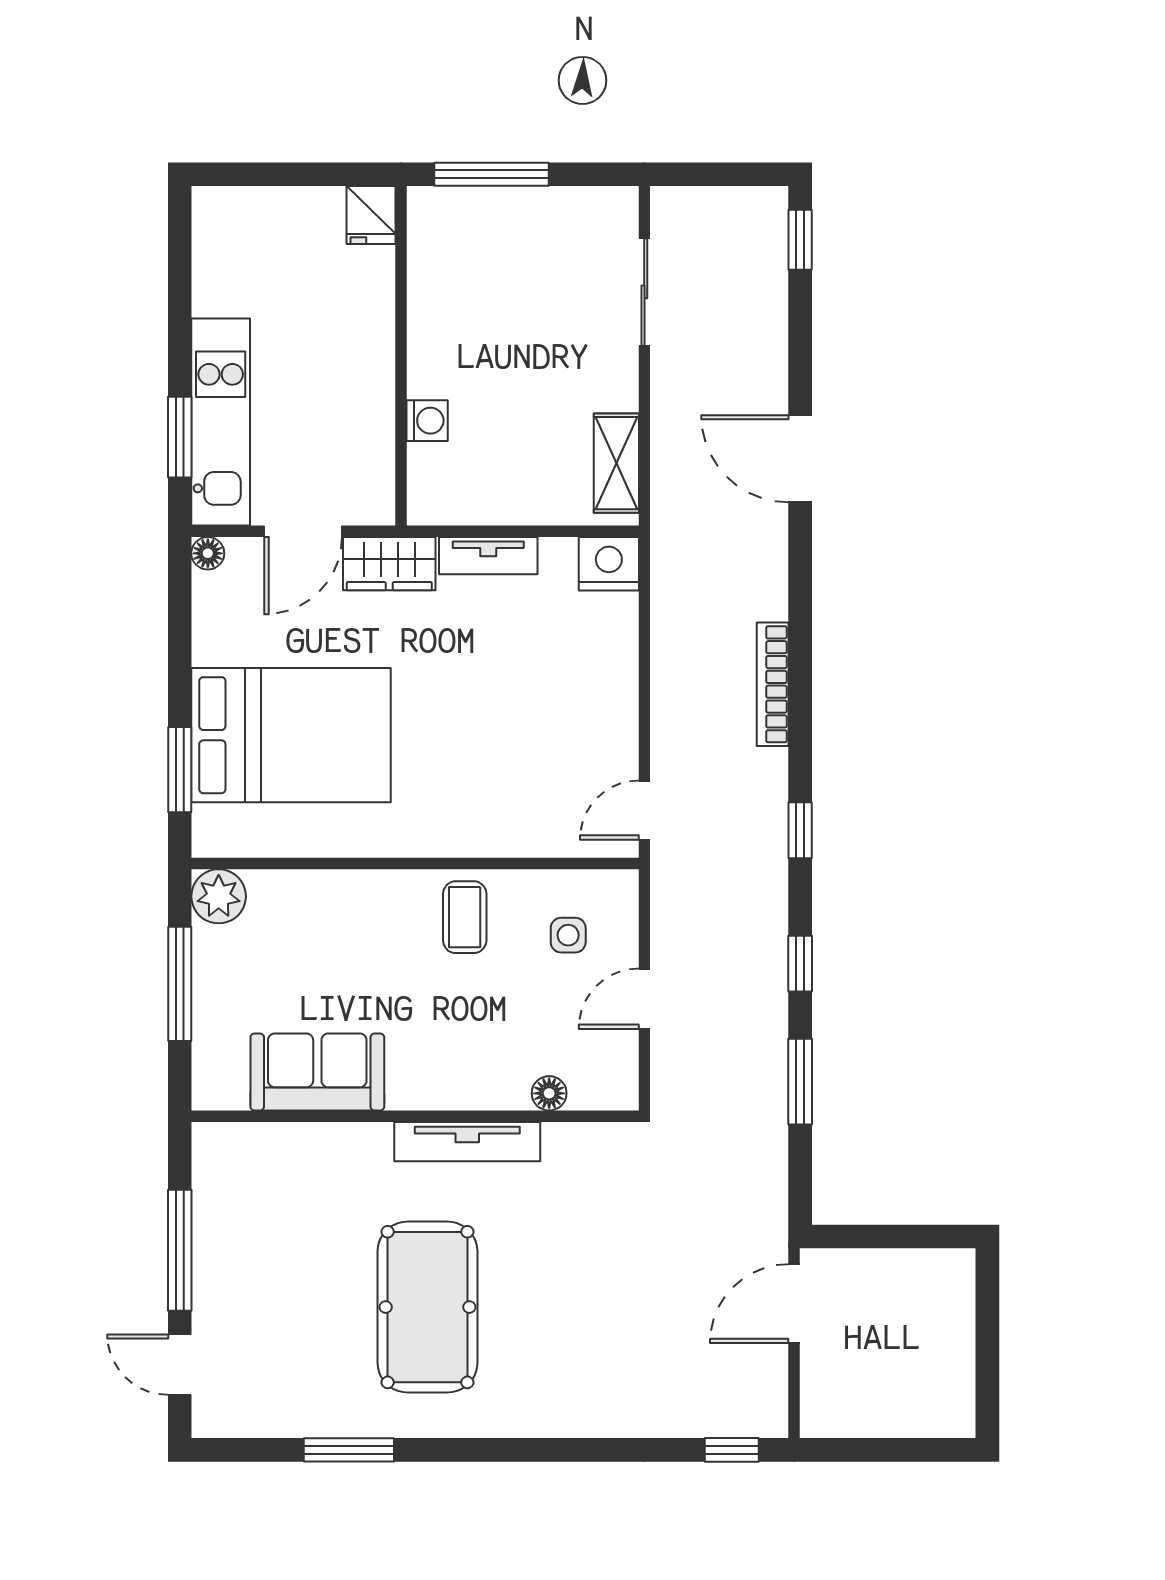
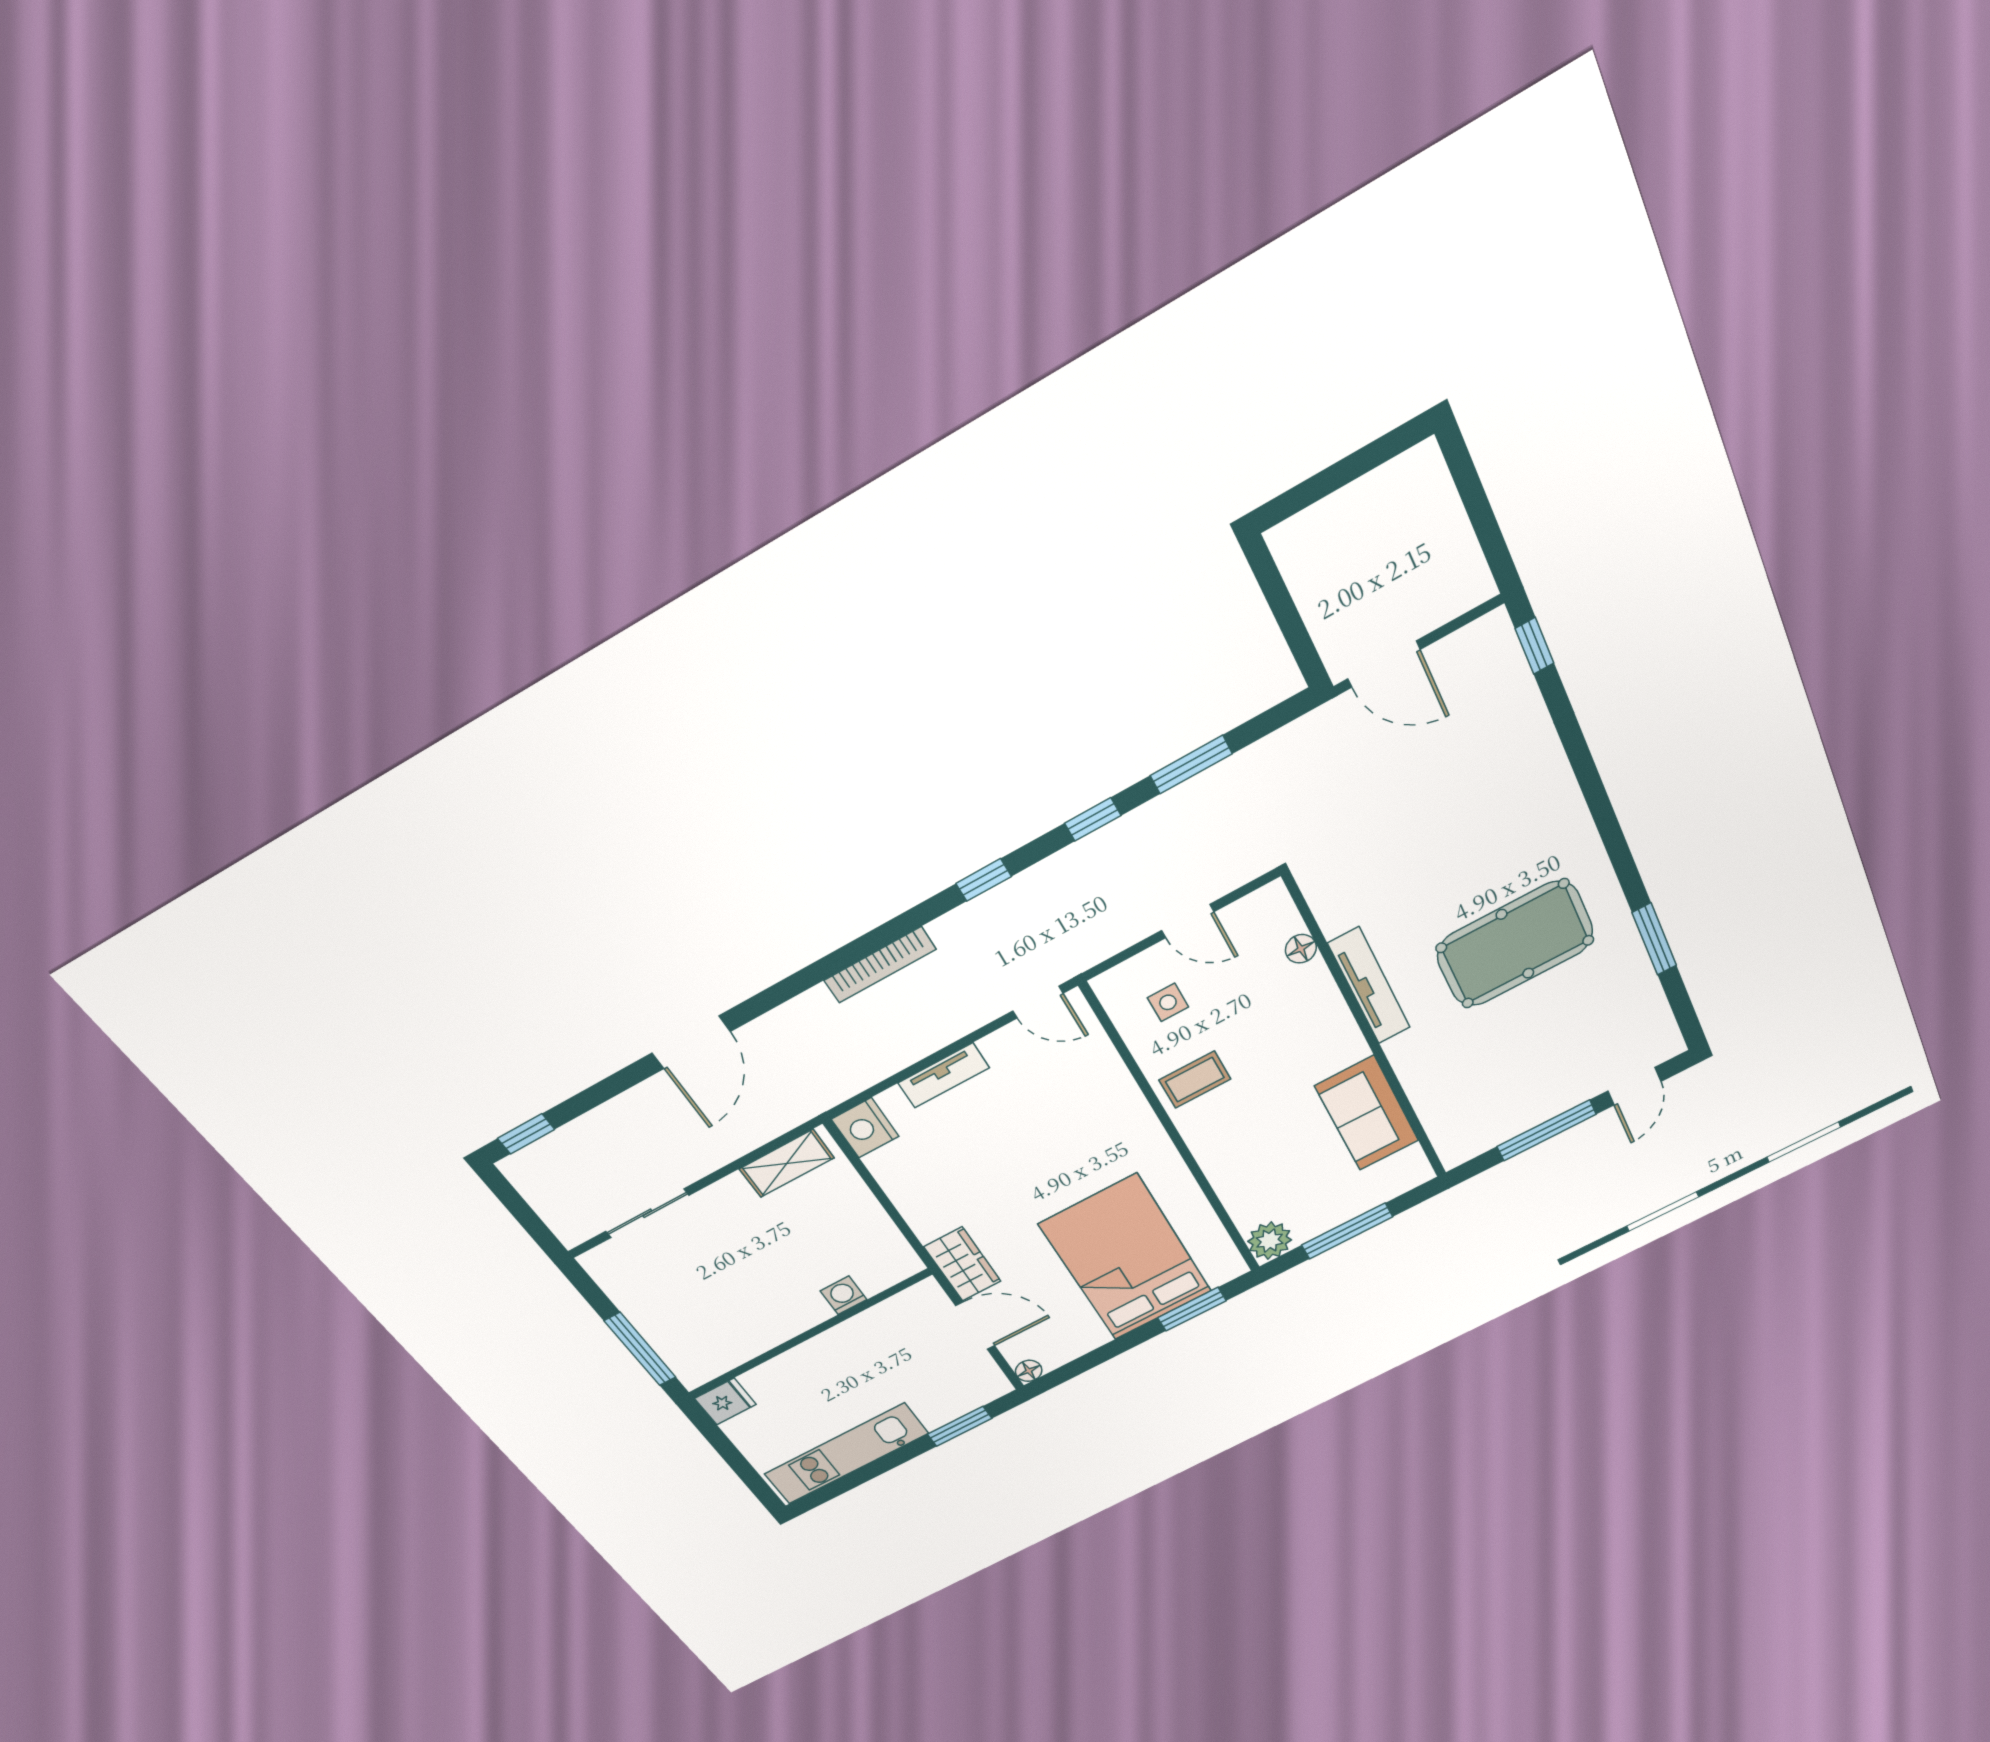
kitchen unit: (221, 422) -> (846, 1454), moved
tv unit: (488, 556) -> (944, 1075), moved, turned 90

